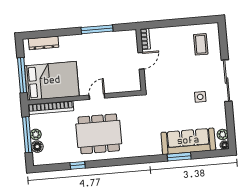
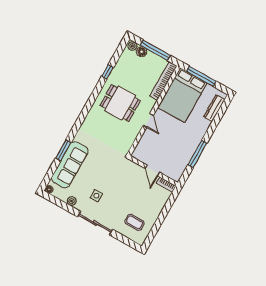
plant: (36, 134) -> (132, 46), moved
dining table: (99, 134) -> (120, 103), width x0.73
plant: (223, 134) -> (72, 201), moved

